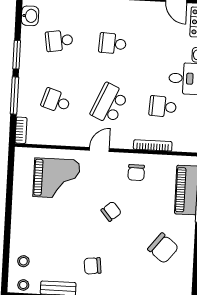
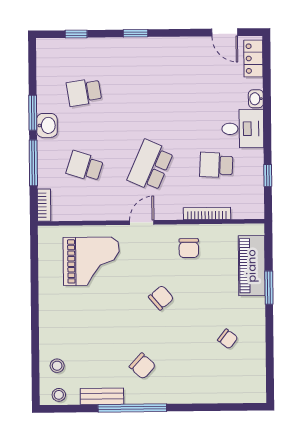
washbasin: (30, 16) -> (47, 125), moved
school desk: (113, 44) -> (150, 91), removed
chair: (163, 248) -> (228, 339), width x0.54, depth x0.54
chair: (93, 266) -> (142, 366), turned -130

